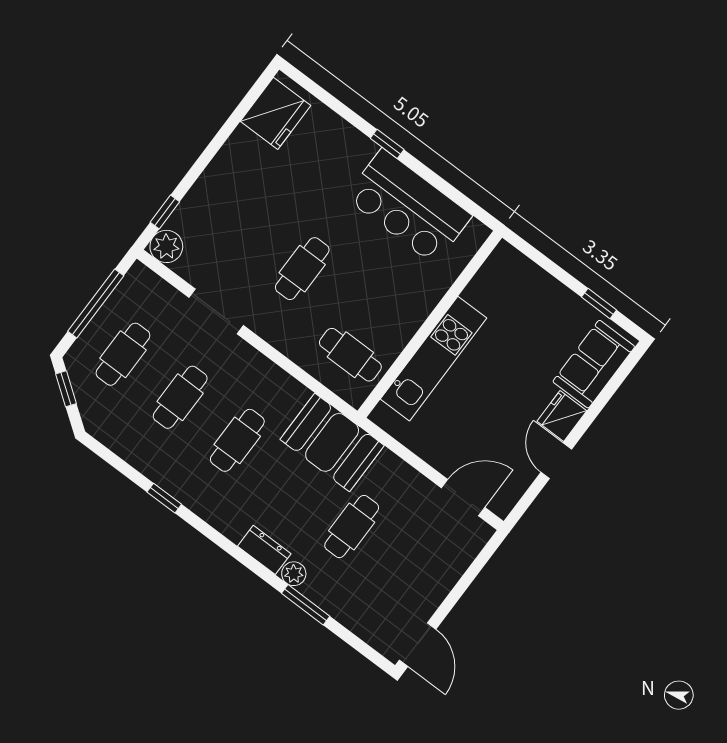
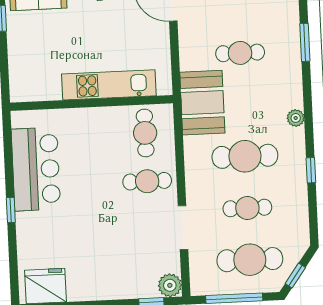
cafe table: (302, 269) -> (147, 181), moved
cafe table: (123, 354) -> (250, 260), width x1.37, depth x1.35
cafe table: (237, 440) -> (245, 156), width x1.37, depth x1.35
dresser: (264, 550) -> (293, 91), removed
plant: (294, 574) -> (296, 118), moved

